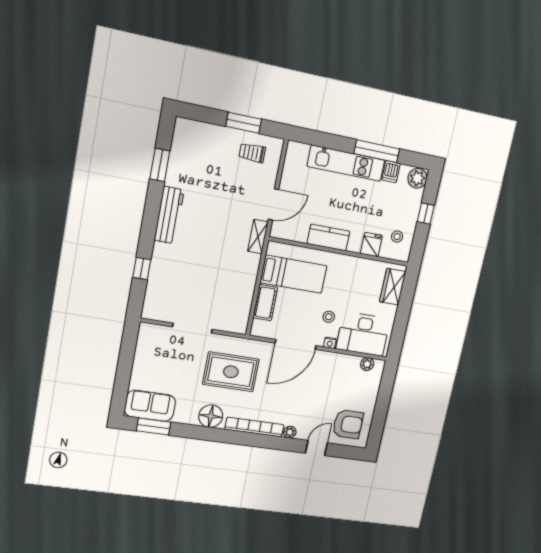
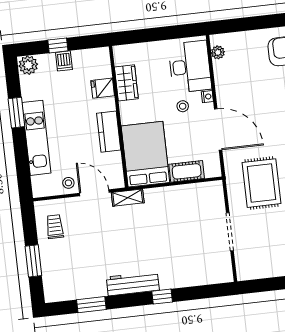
window: (244, 123) -> (33, 261), moved
window: (377, 151) -> (16, 113), width x0.69
trolley: (252, 153) -> (55, 227), turned 180
dishwasher: (391, 172) -> (64, 61), moved, turned 90
stool: (397, 237) -> (68, 183), moved
window: (142, 269) -> (162, 297), moved
bed: (293, 274) -> (145, 154), width x1.50
wardrobe: (393, 287) -> (126, 83), moved, turned -90

